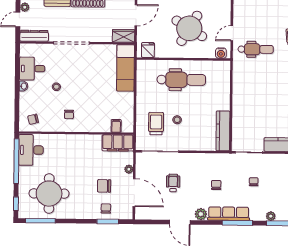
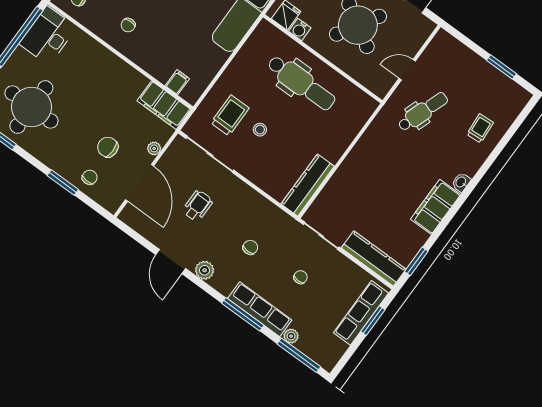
dental chair: (256, 49) -> (423, 112), turned -71
water cooler: (221, 53) -> (300, 29), moved
row of seats: (229, 214) -> (260, 309), moved
window: (108, 221) -> (63, 183), moved

